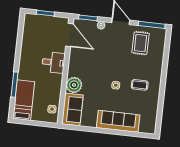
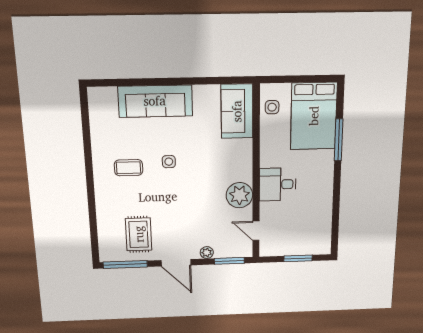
door: (69, 35) -> (256, 231), width x0.53
plant: (74, 85) -> (239, 195), moved
bed: (24, 100) -> (314, 116), width x1.50

